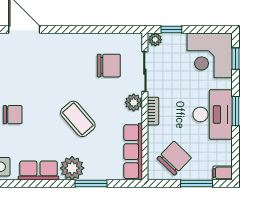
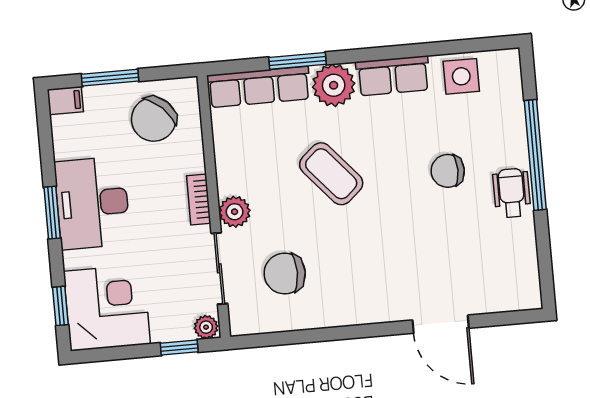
row of seats: (133, 152) -> (259, 87), moved, turned 90

